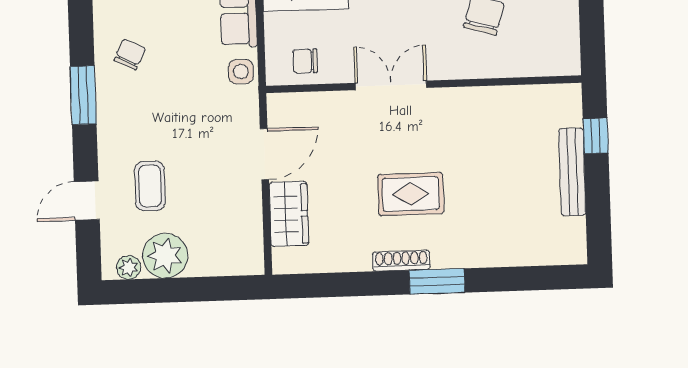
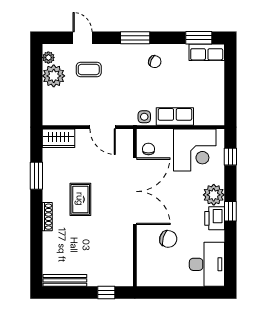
double door: (391, 85) -> (135, 191), width x1.87
bench: (572, 172) -> (65, 280), moved
wardrobe: (289, 214) -> (59, 138), moved
shoe rack: (401, 261) -> (47, 217), moved
window: (437, 281) -> (36, 176), moved

